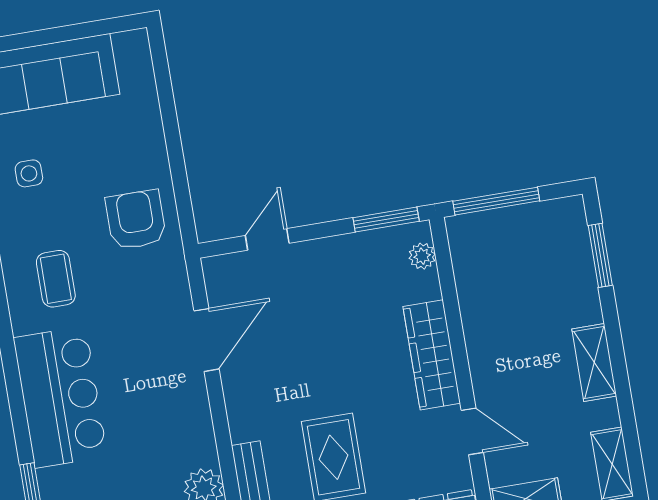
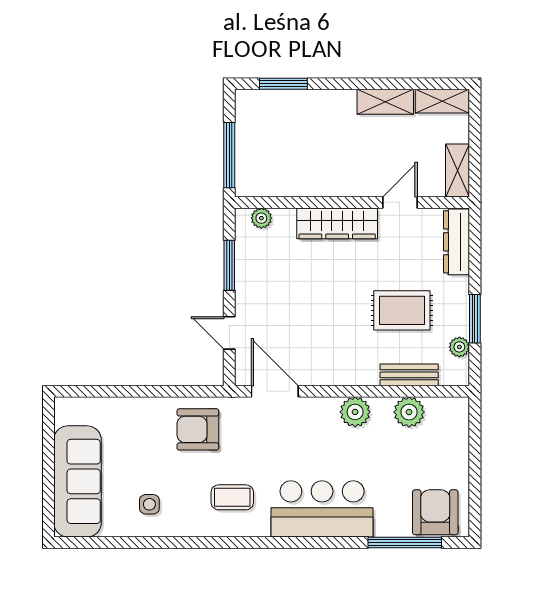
window: (386, 220) -> (229, 265), moved
door: (207, 340) -> (275, 391), moved
shelving: (594, 363) -> (385, 102), moved
plant: (192, 419) -> (355, 412), added

